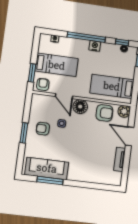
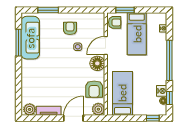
nightstand: (95, 46) -> (162, 91), moved
window: (24, 133) -> (48, 10), moved
plant: (116, 178) -> (30, 109), added

